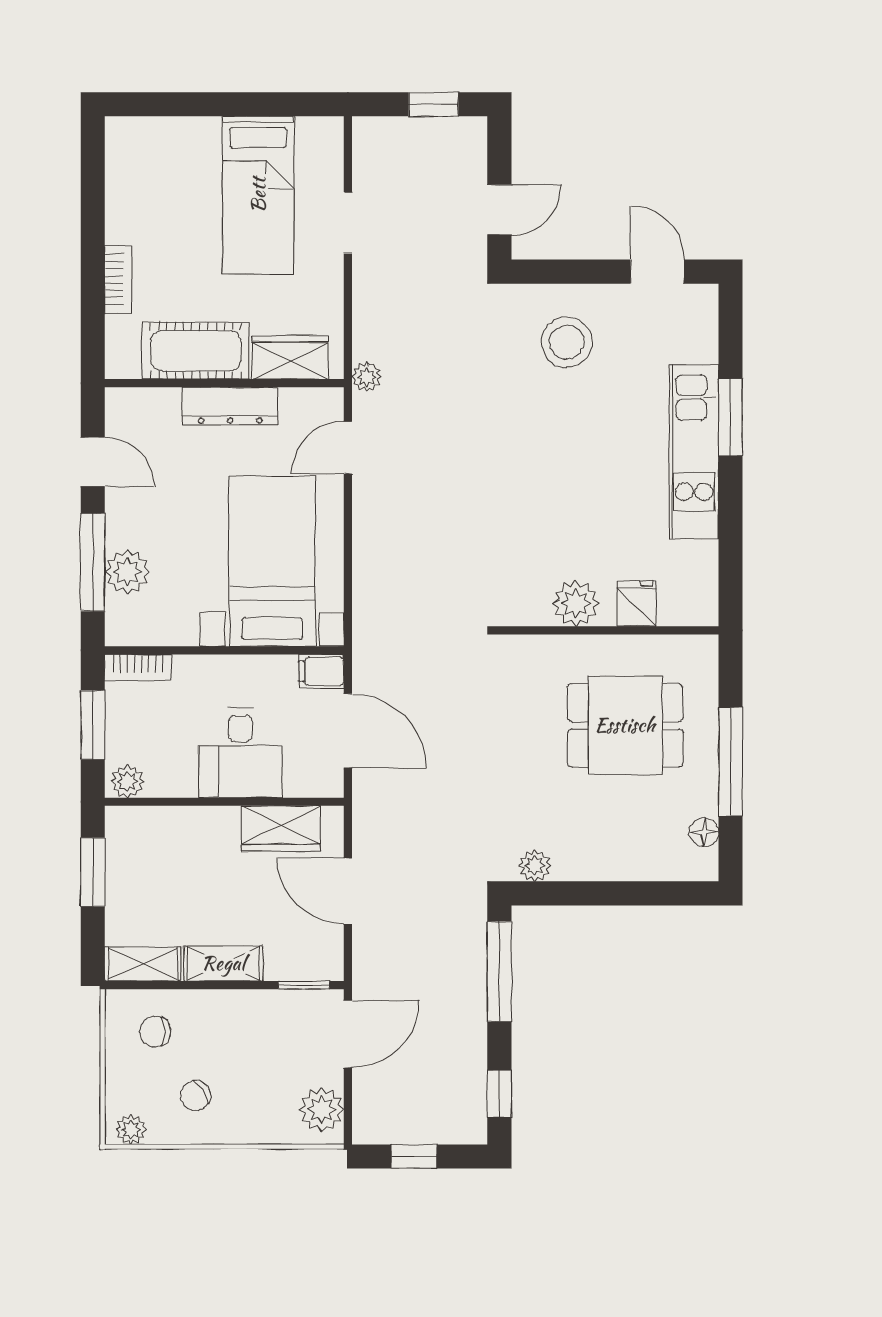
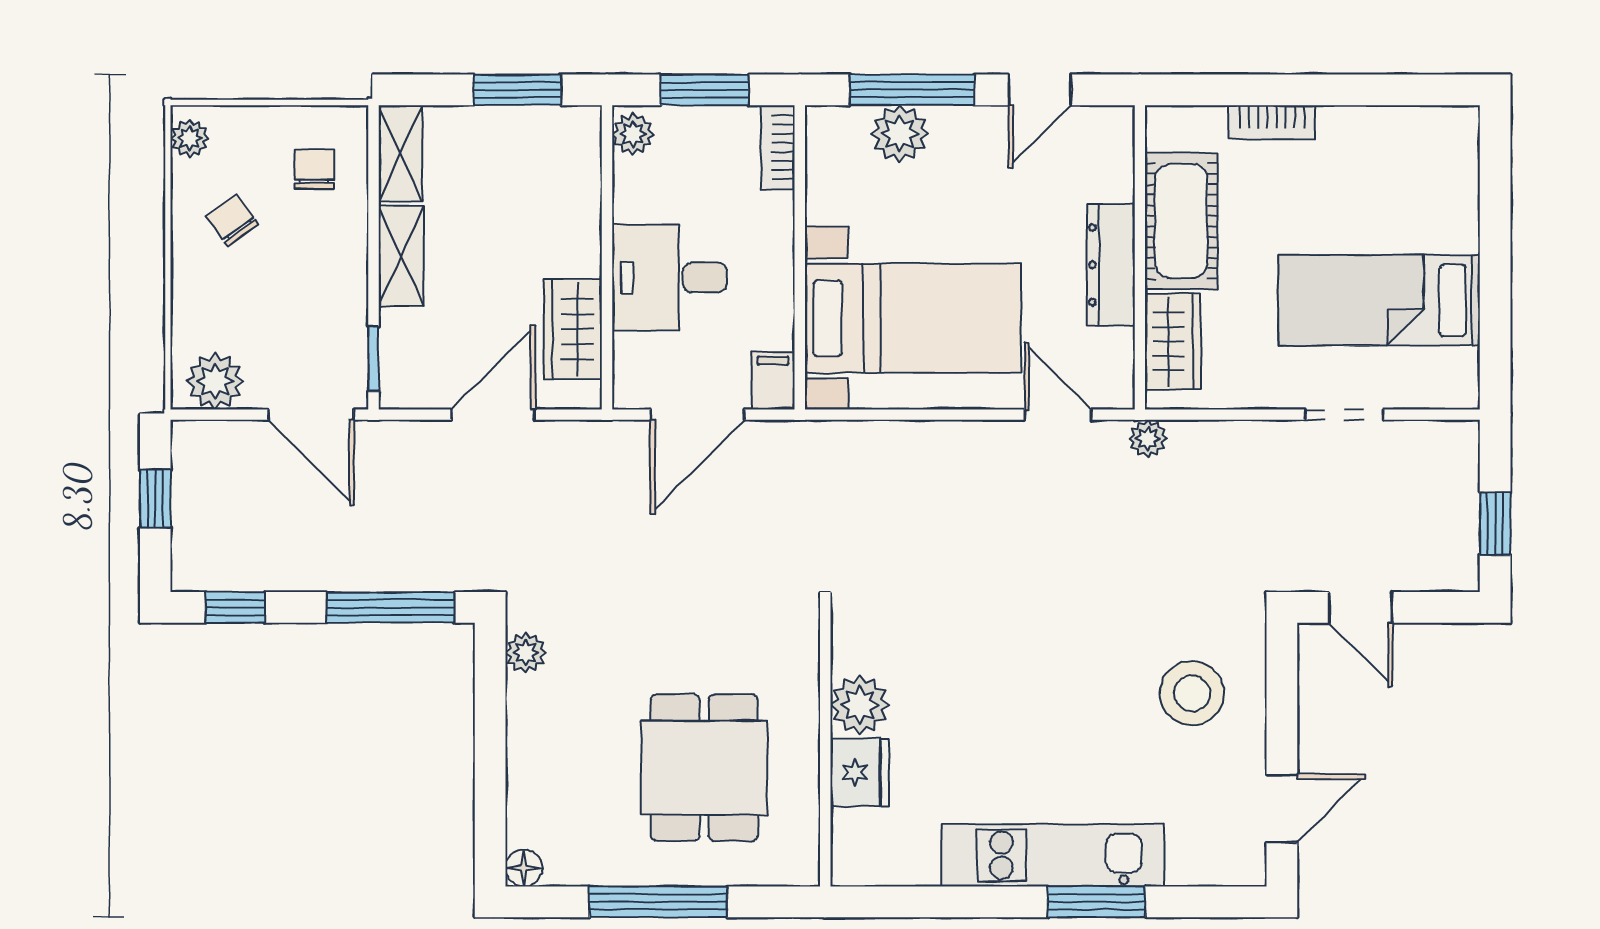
fridge: (636, 603) -> (860, 772), width x1.38
floor lamp: (704, 832) -> (524, 868), moved

